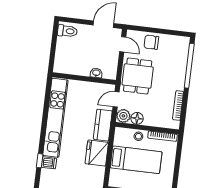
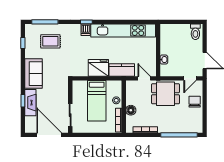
plant: (123, 116) -> (131, 86), removed
floor lamp: (137, 118) -> (131, 110), moved

